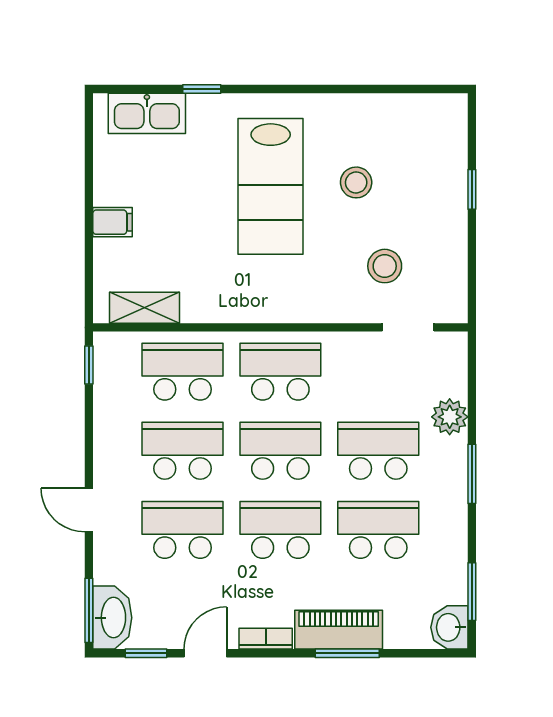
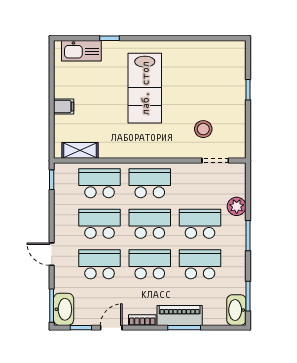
stool: (356, 182) -> (189, 86), removed
washbasin: (449, 627) -> (236, 310), width x1.38

